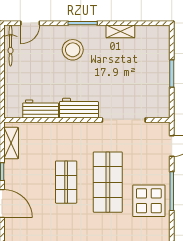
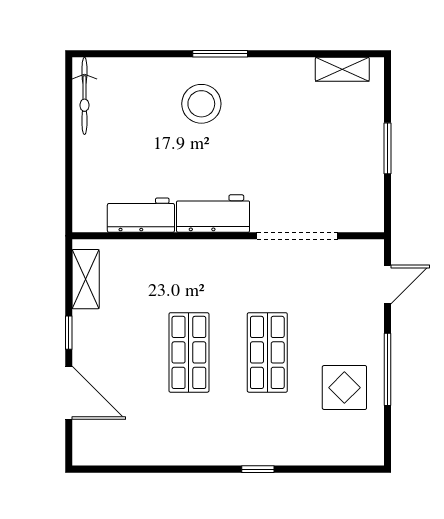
door: (30, 23) -> (121, 54), removed
shelving: (120, 31) -> (342, 69), moved
shop shelf: (108, 182) -> (267, 352), width x0.70, depth x0.74
display table: (149, 201) -> (344, 388), width x0.73, depth x0.73

